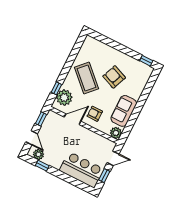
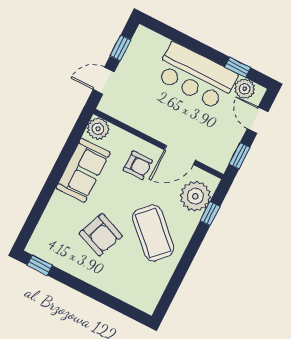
bar counter: (82, 170) -> (196, 76), moved

